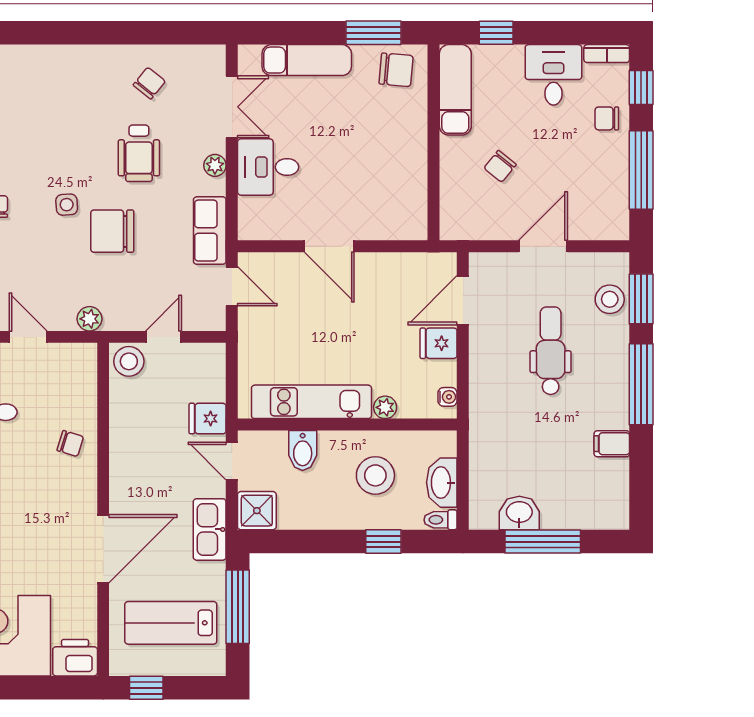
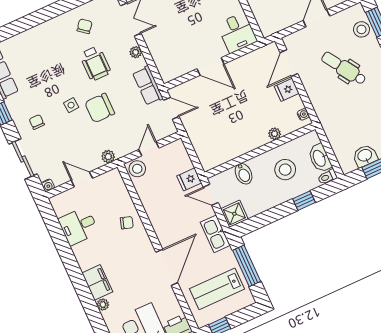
desk: (268, 167) -> (237, 33), moved, turned -90
dental chair: (551, 351) -> (344, 68), turned -33
kitchen unit: (311, 402) -> (237, 148), removed

